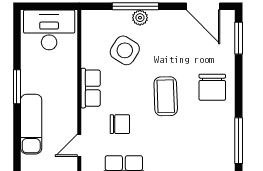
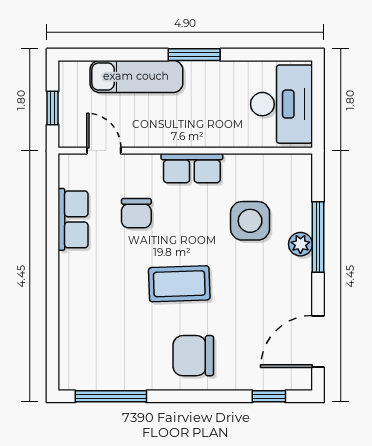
window: (239, 38) -> (269, 396), width x0.67
side table: (125, 50) -> (250, 221), turned -32

